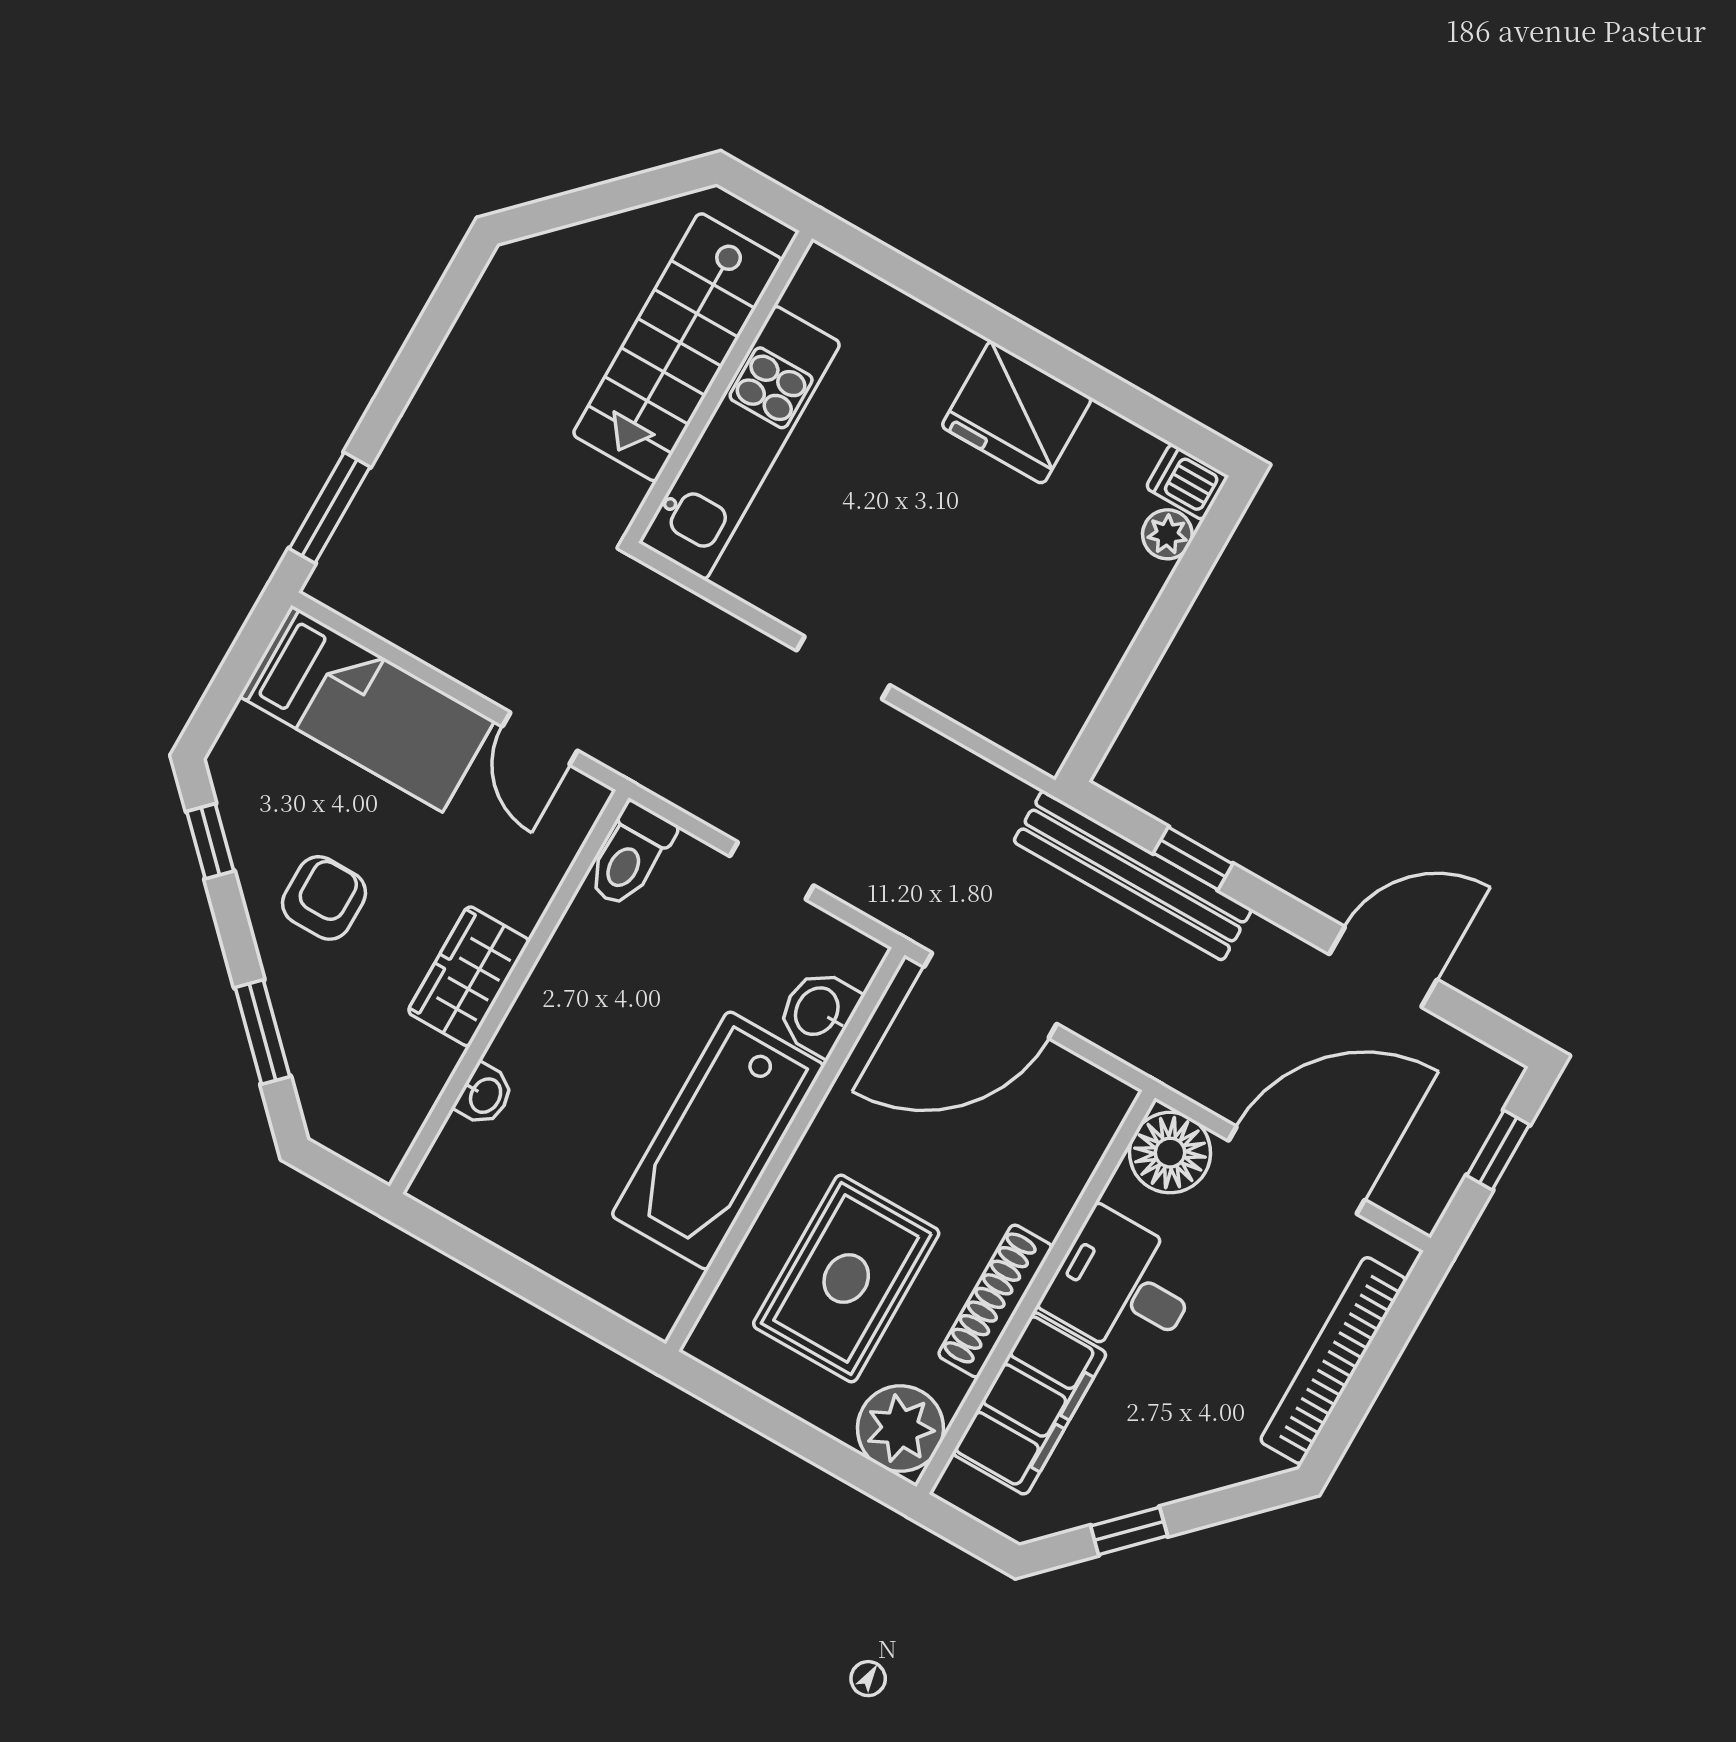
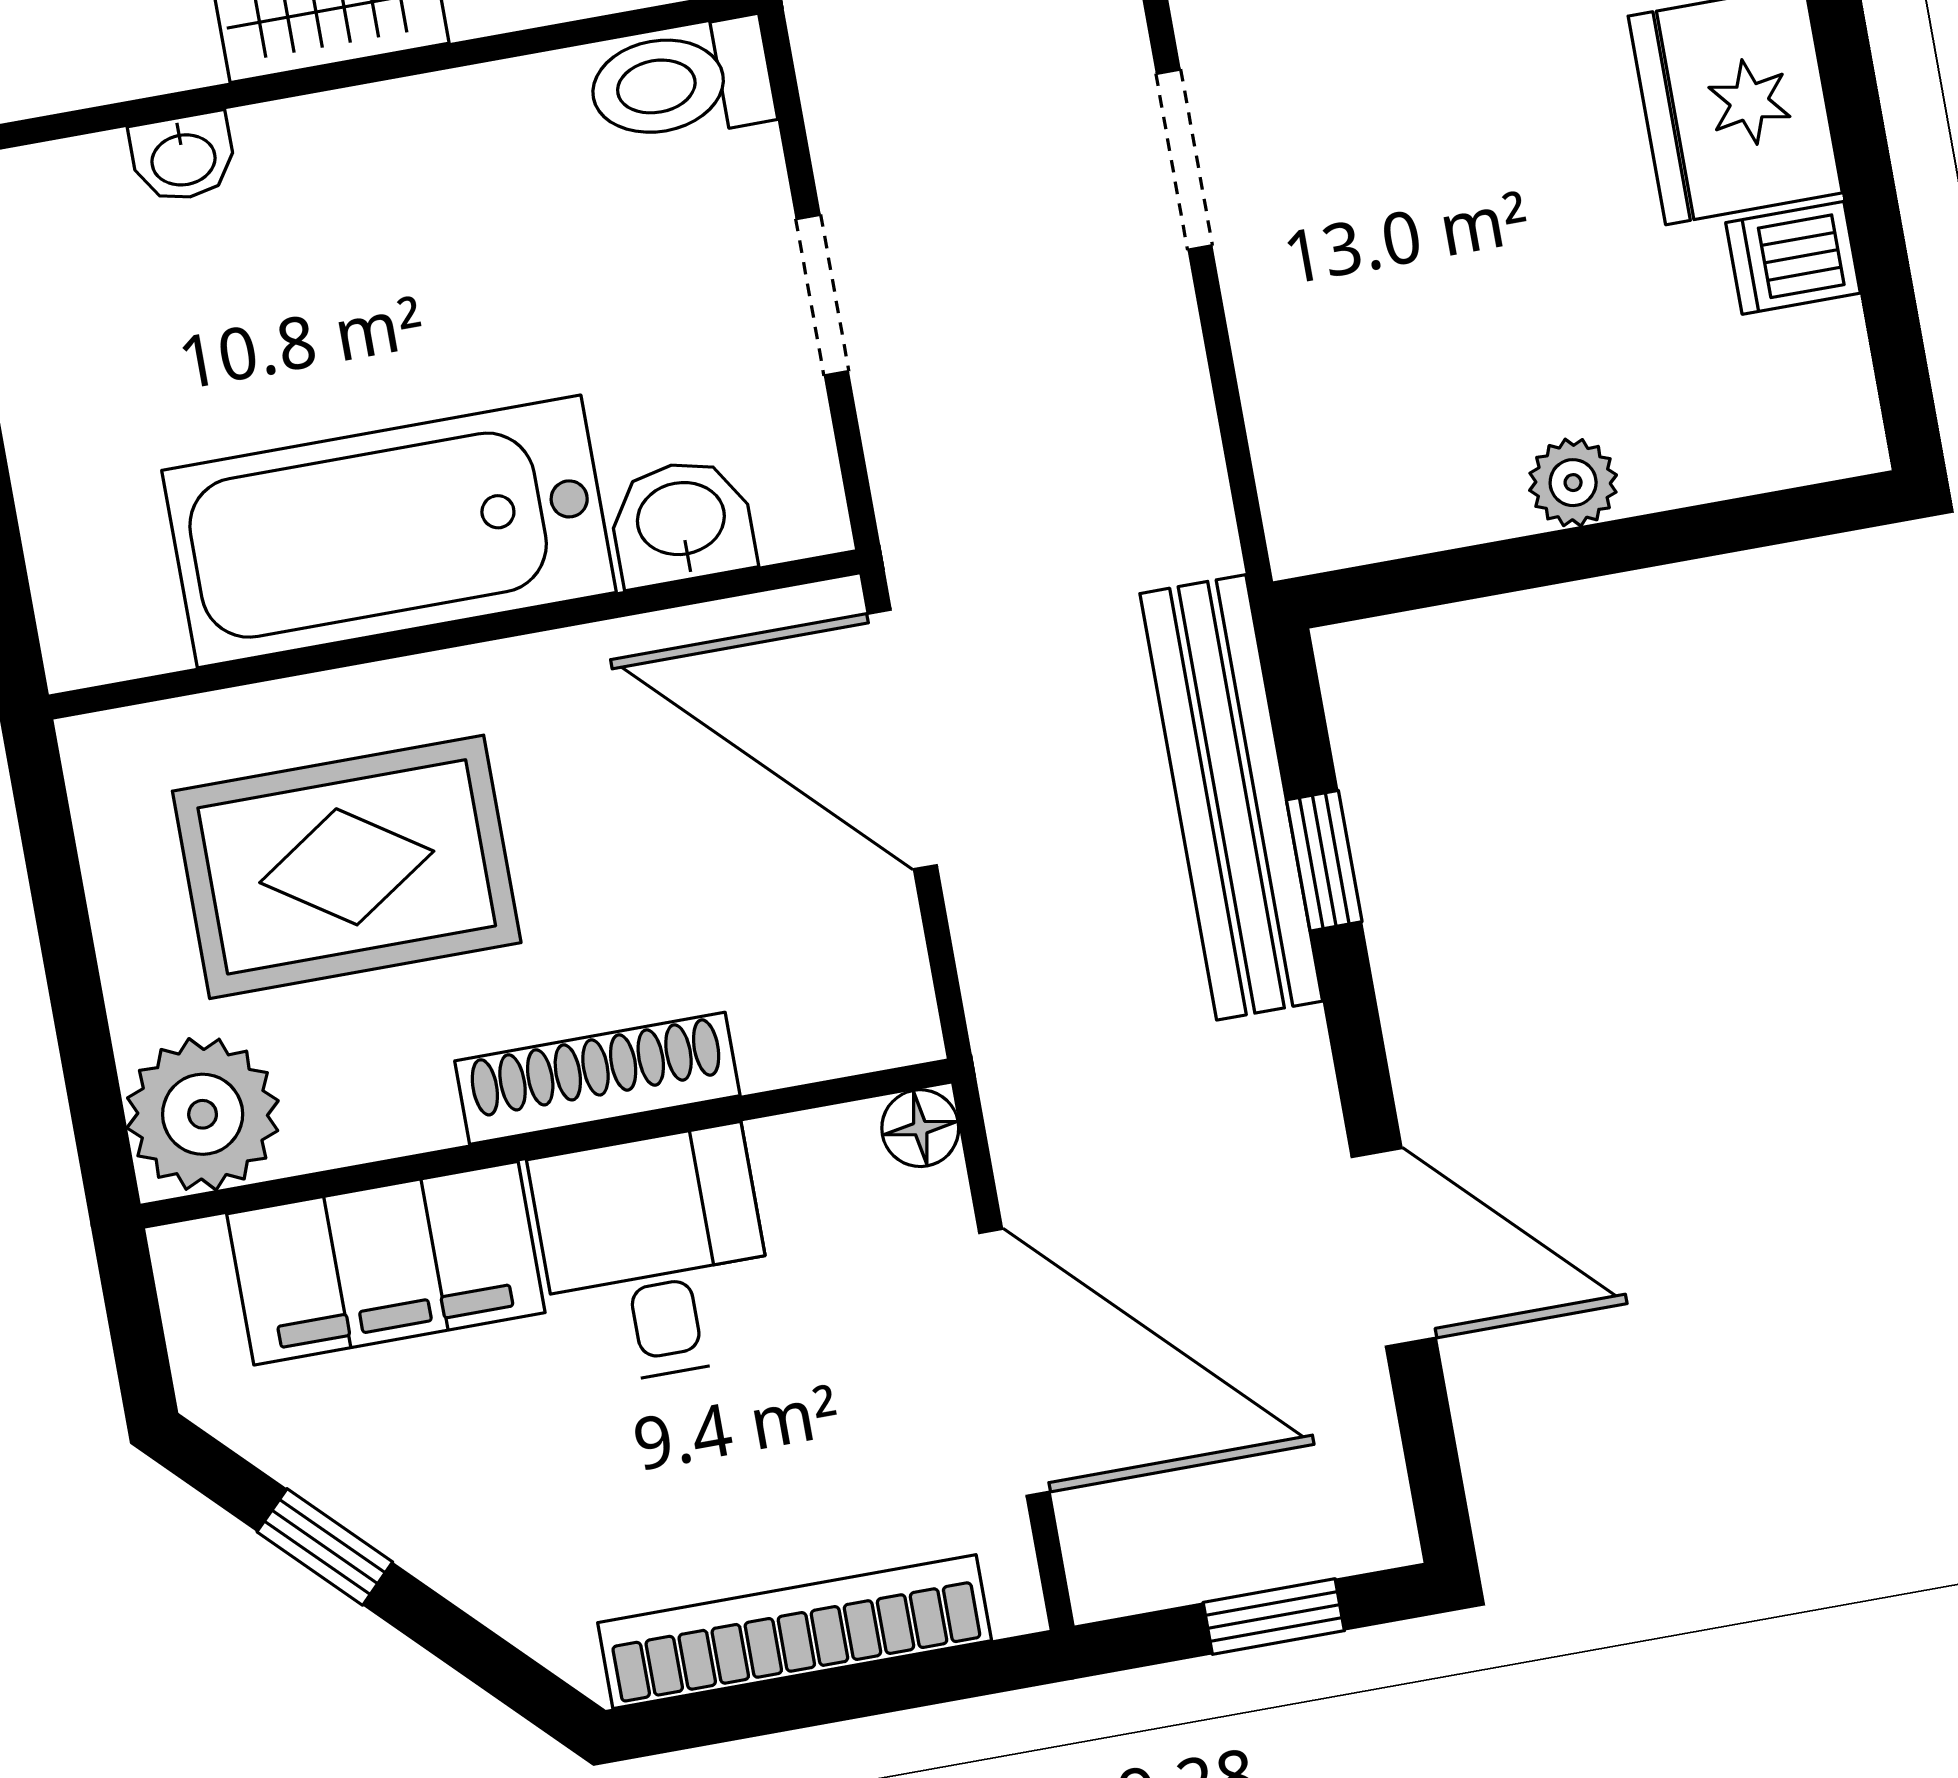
dishwasher: (1187, 482) -> (1793, 258), moved, turned -90
plant: (1167, 534) -> (1573, 483), moved
floor lamp: (1170, 1153) -> (920, 1128), width x0.53, depth x0.53
shoe rack: (995, 1301) -> (597, 1078), moved

